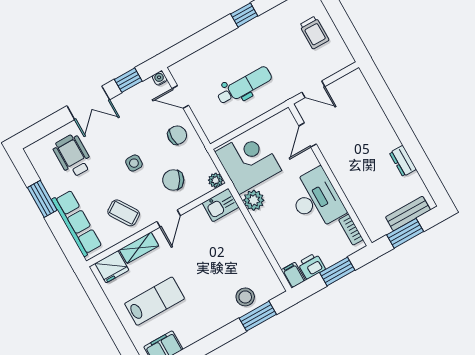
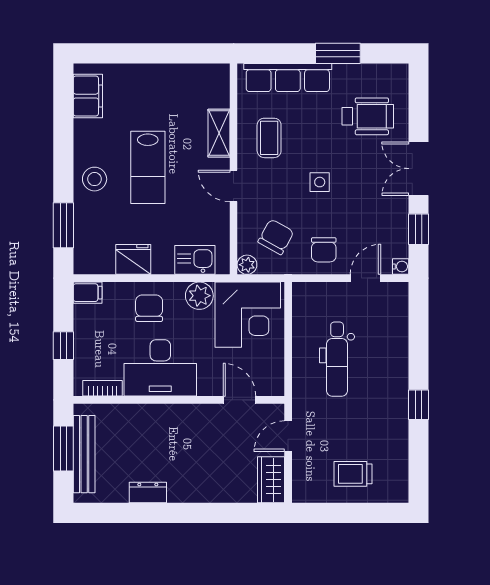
wardrobe: (349, 84) -> (271, 480), added
chair: (173, 180) -> (276, 237), moved
kitchen sink: (221, 205) -> (195, 260), moved, turned 90
coffee table: (124, 213) -> (269, 138), turned -57
bench: (408, 214) -> (84, 454), width x1.36
chair: (281, 229) -> (149, 308), added
printer: (312, 266) -> (86, 320), removed
fridge: (112, 267) -> (133, 259), moved, turned 90
window: (337, 271) -> (63, 346), width x0.67
stool: (245, 297) -> (95, 179), moved
lab bench: (155, 301) -> (148, 167), moved

